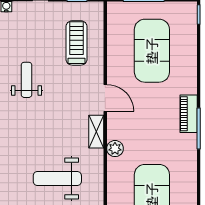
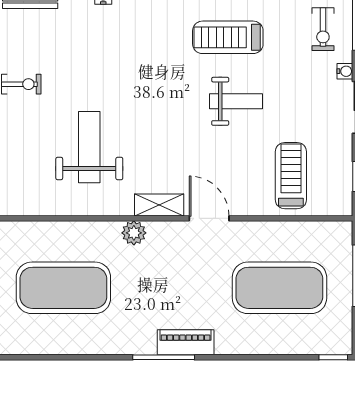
treadmill: (76, 43) -> (291, 176), turned -90
door: (105, 98) -> (209, 218), swing flipped

